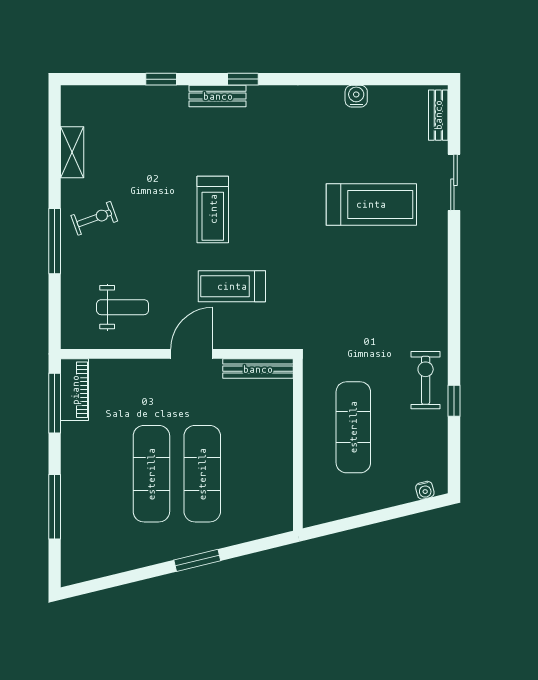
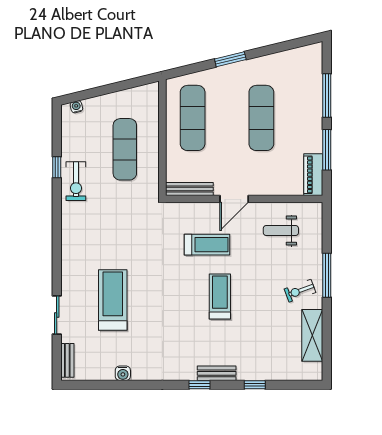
shelving: (72, 152) -> (312, 335), width x1.50, depth x1.33
treadmill: (371, 204) -> (113, 300), turned 90
window: (55, 403) -> (327, 150), moved
exercise mat: (202, 474) -> (193, 118), moved

